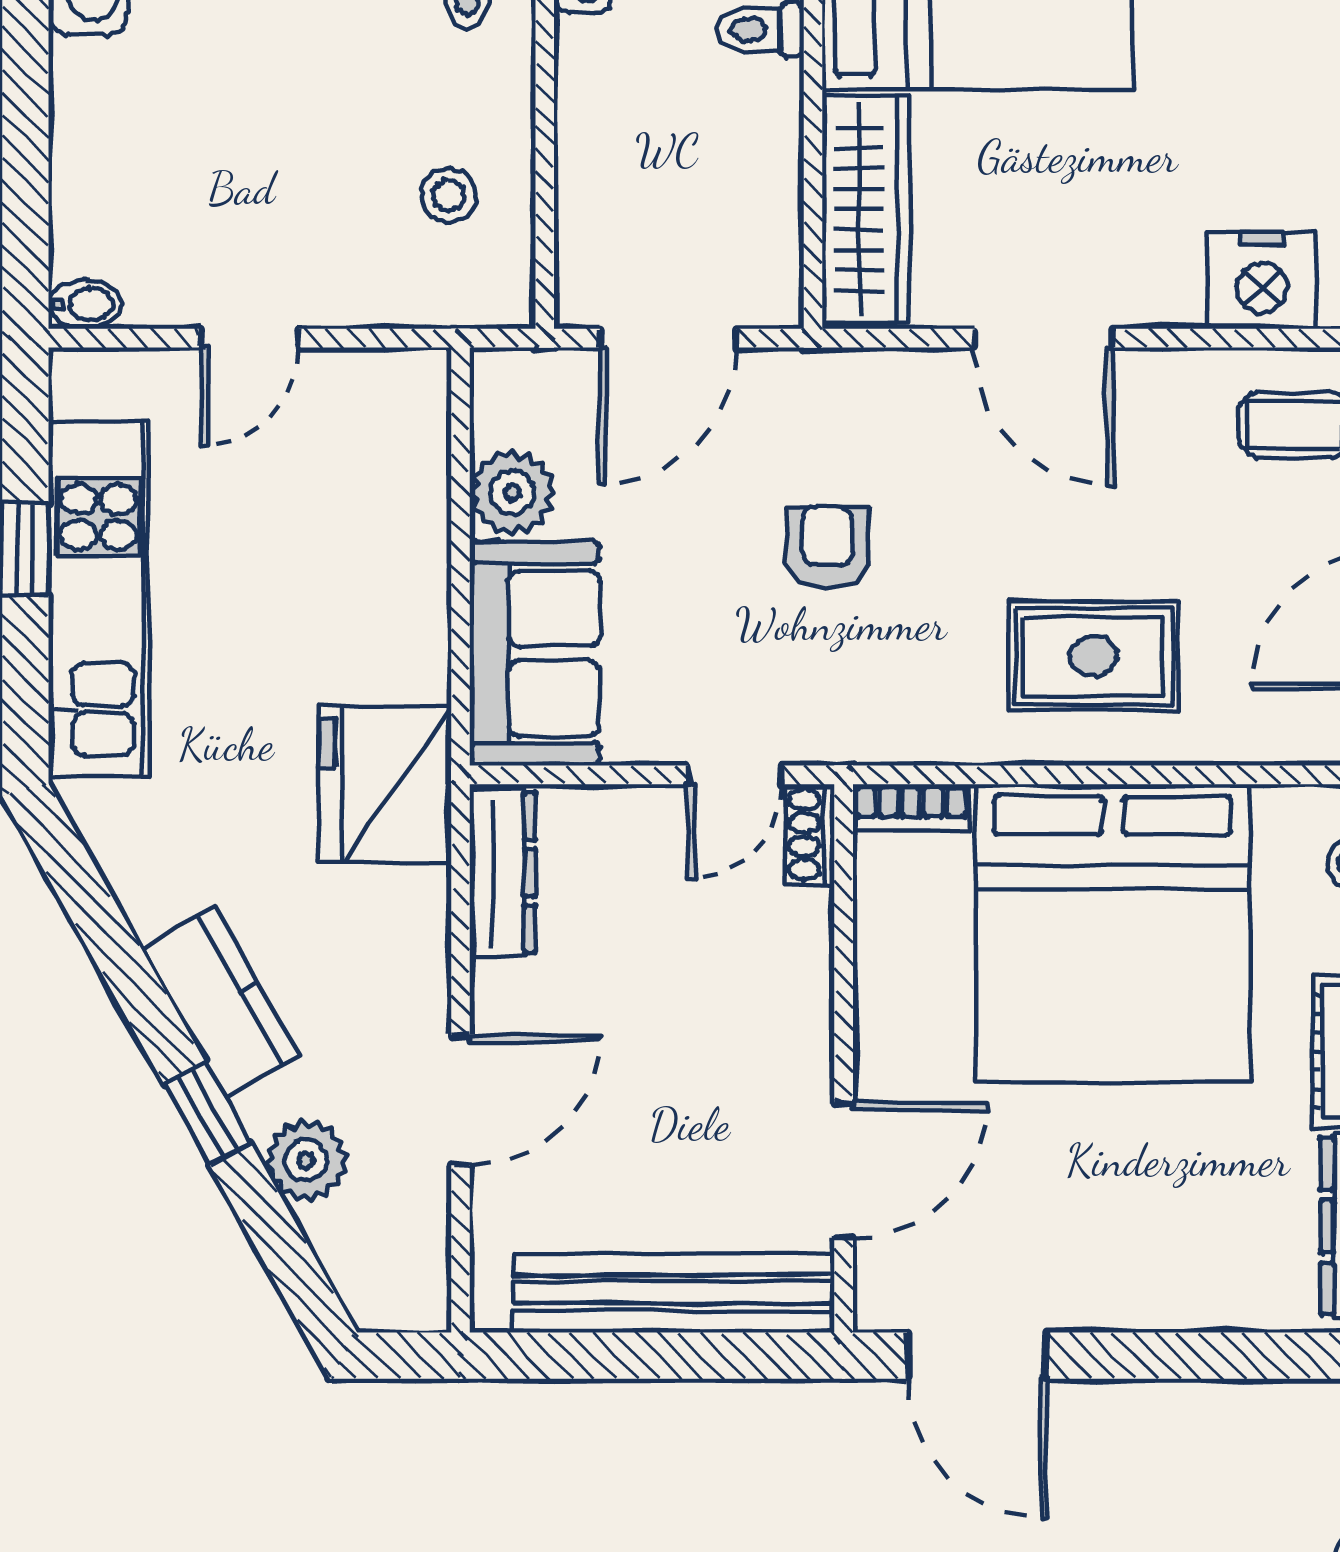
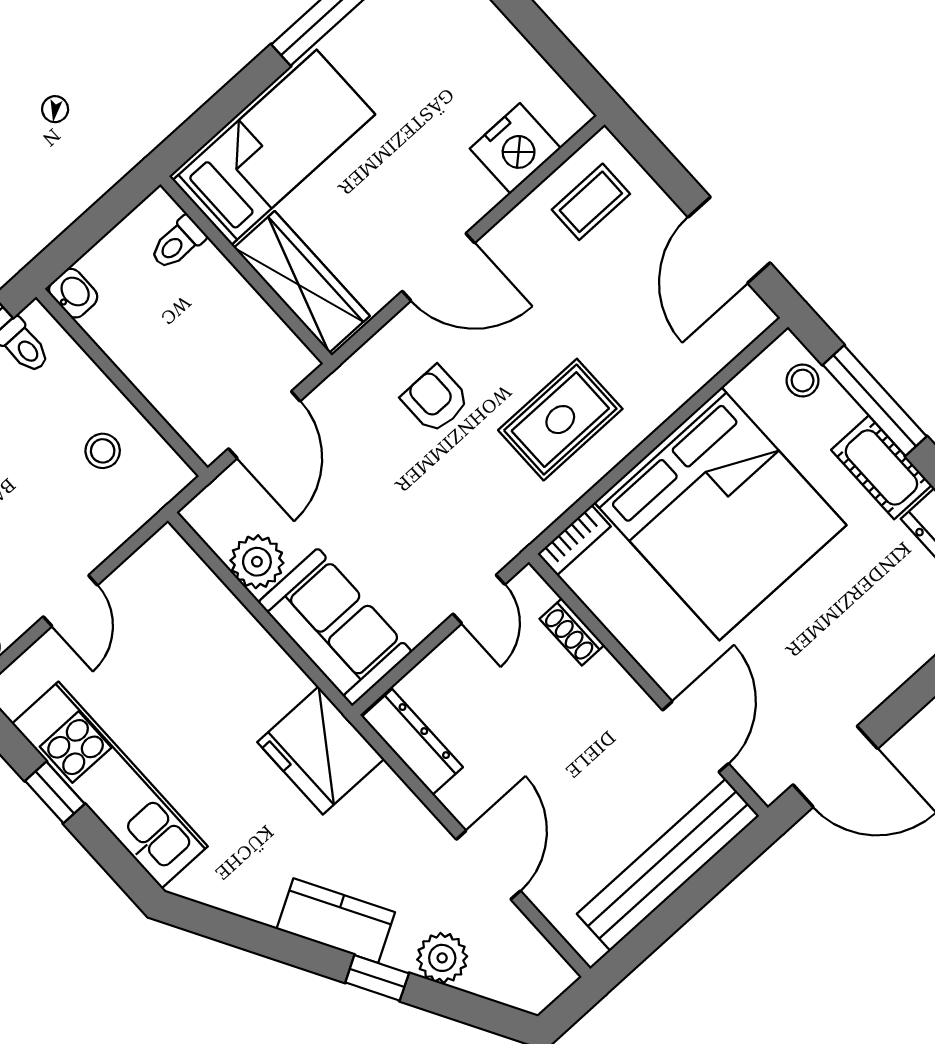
armchair: (828, 548) -> (435, 399), moved
rug: (1093, 656) -> (560, 420), moved
shoe rack: (810, 835) -> (572, 632), moved

